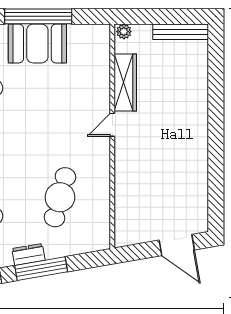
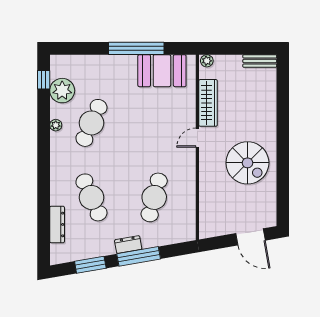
bench: (181, 32) -> (260, 61), width x0.73
booth: (37, 43) -> (162, 71), moved
spiral stairs: (173, 155) -> (247, 163), added

